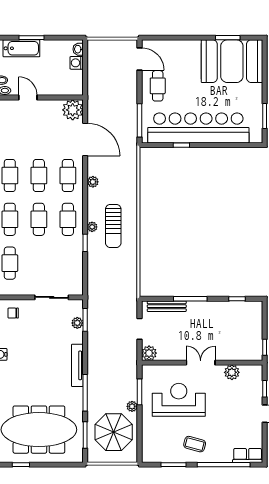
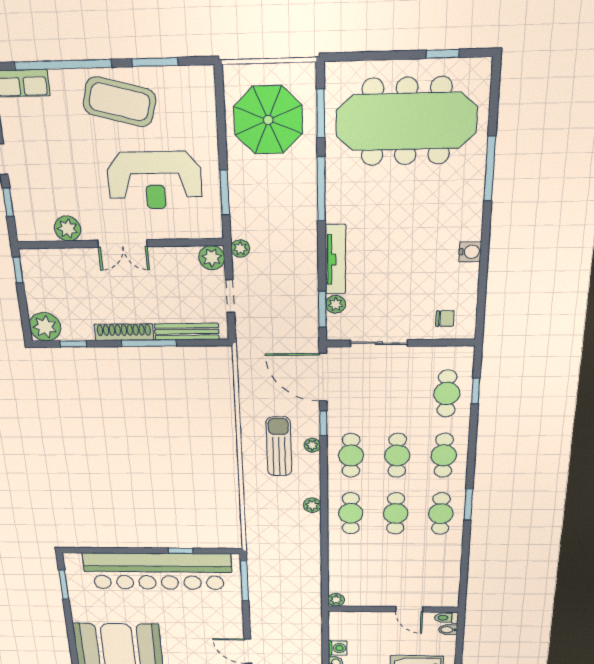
cafe table: (158, 86) -> (220, 621), removed
plant: (73, 110) -> (336, 600), width x0.53, depth x0.53
door: (85, 139) -> (323, 377), moved
shoe rack: (205, 306) -> (124, 332), added
plant: (253, 310) -> (45, 327), added
tv unit: (77, 365) -> (335, 259), moved
plant: (132, 406) -> (240, 248), moved
coffee table: (195, 444) -> (119, 102), width x1.86, depth x1.72

